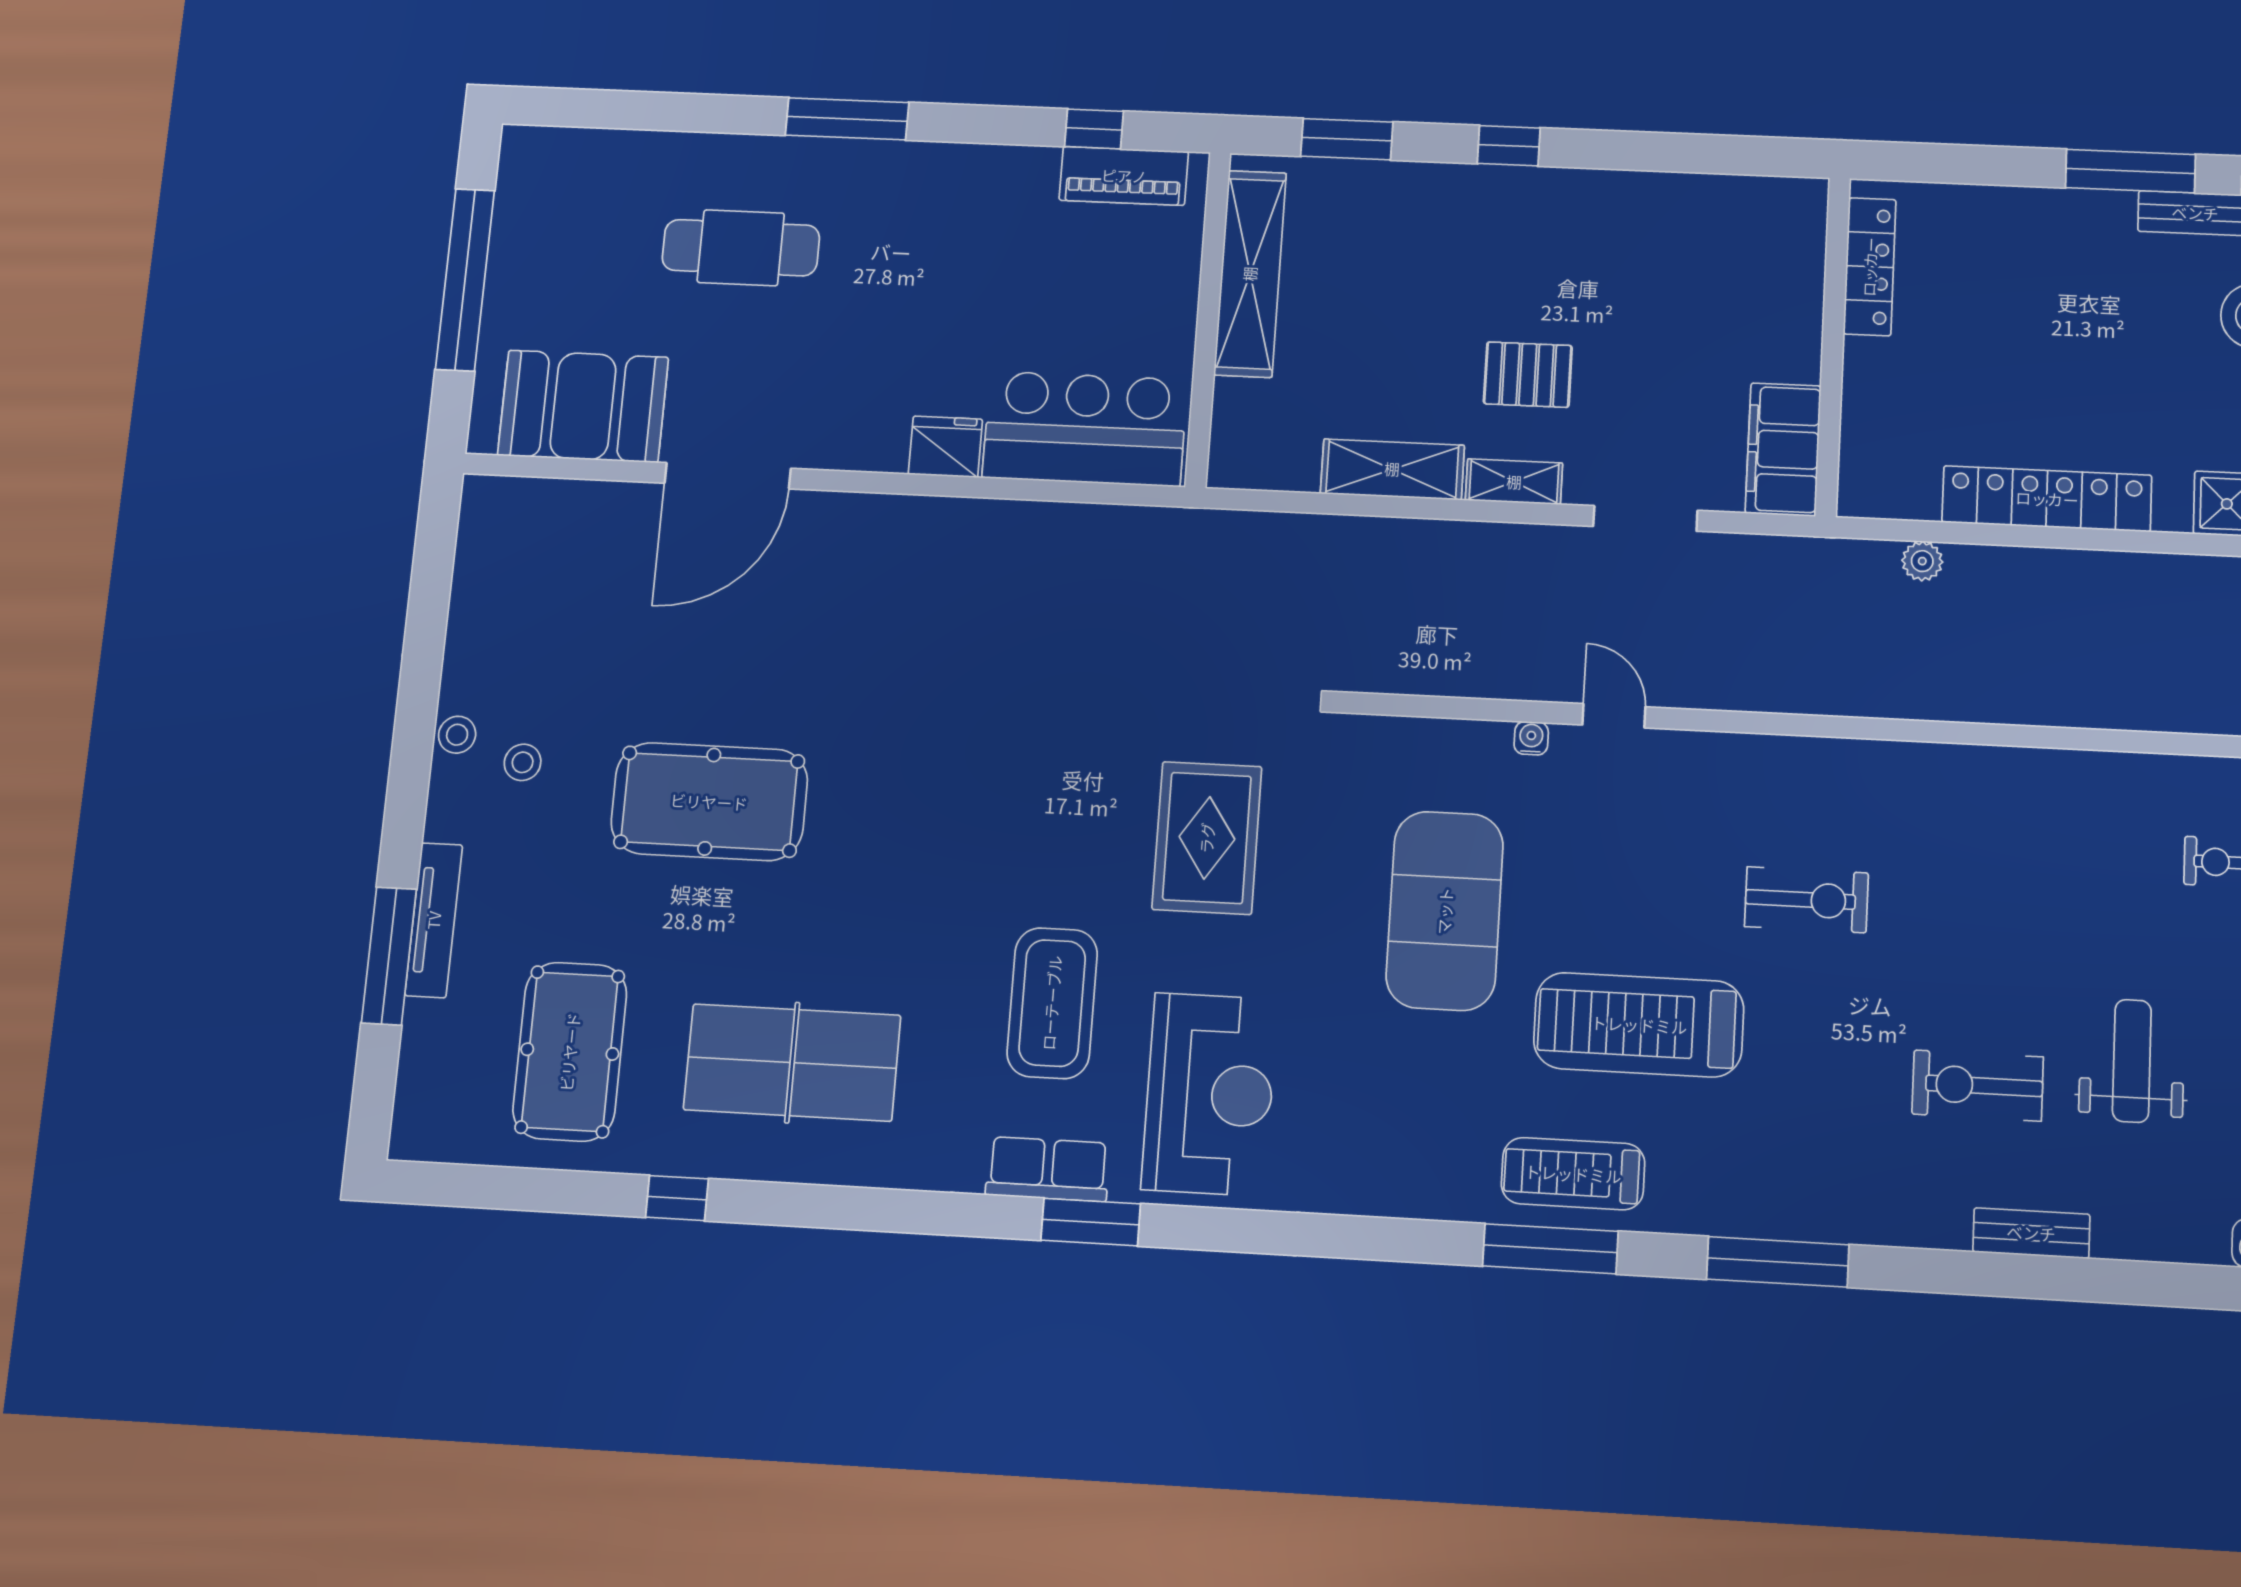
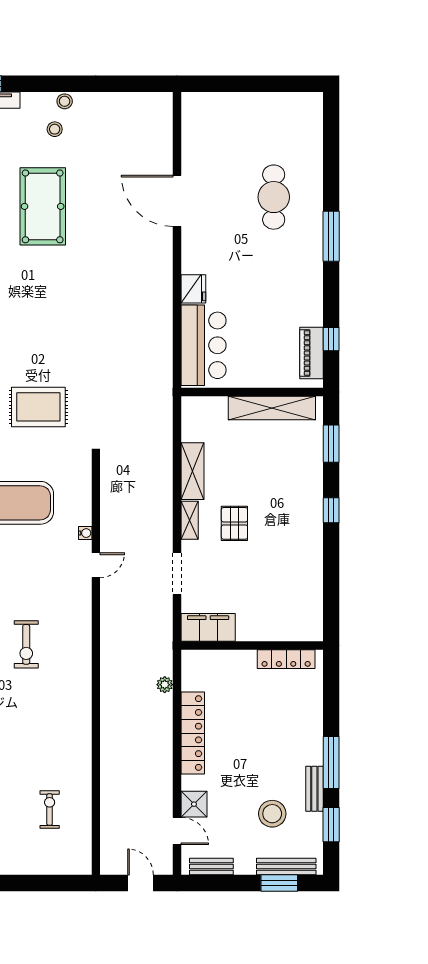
window: (465, 280) -> (255, 84), removed
booth: (583, 406) -> (203, 138), removed

